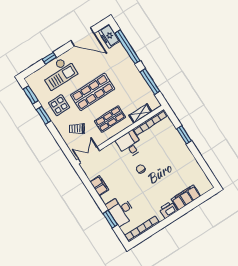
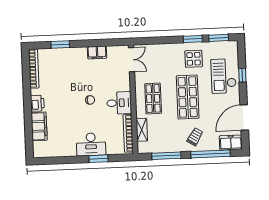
trolley: (77, 129) -> (195, 137), moved
desk: (121, 210) -> (91, 144), moved, turned 180

